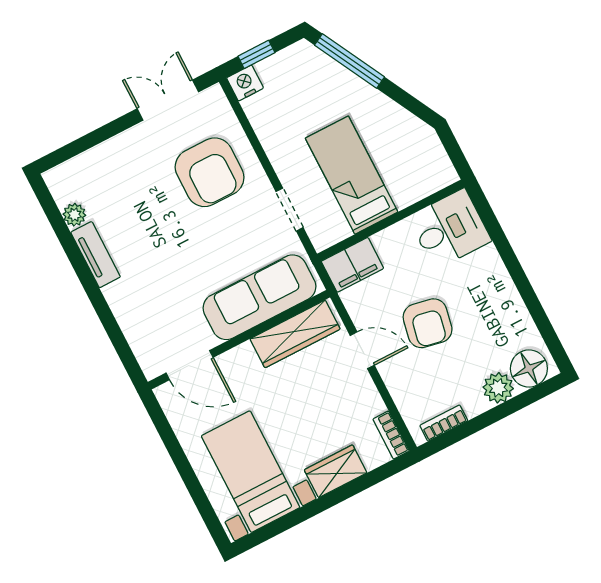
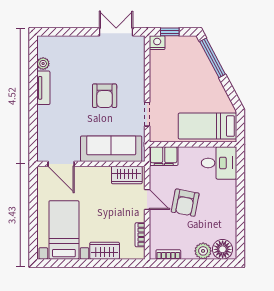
armchair: (210, 172) -> (105, 96), moved, width x0.73, depth x0.73
bed: (352, 175) -> (207, 126), moved, turned -90
wardrobe: (295, 334) -> (127, 175), width x0.67
bookcase: (391, 435) -> (140, 235), moved

